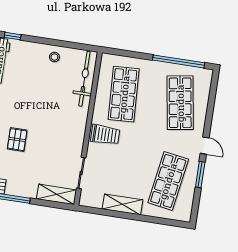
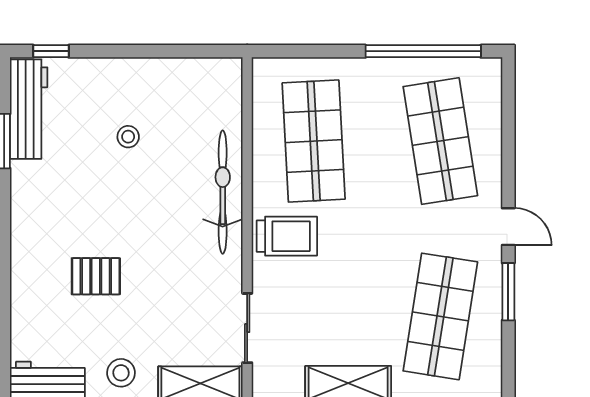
stool: (54, 57) -> (128, 137), moved
bicycle: (84, 79) -> (223, 192), moved
pallet: (17, 140) -> (96, 276), turned 90
stool: (22, 184) -> (121, 373), added

